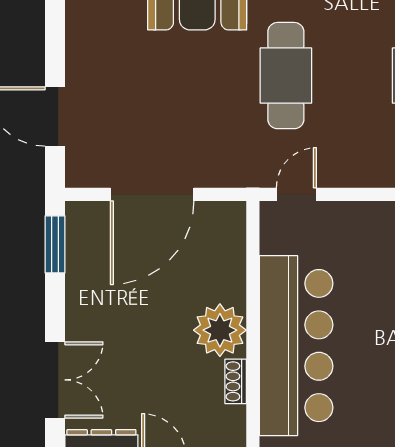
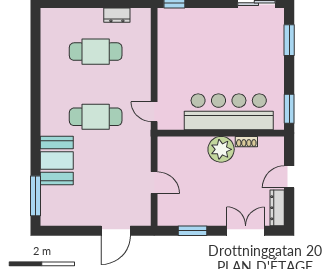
door: (152, 194) -> (154, 183), width x0.53
window: (55, 244) -> (193, 231), moved

